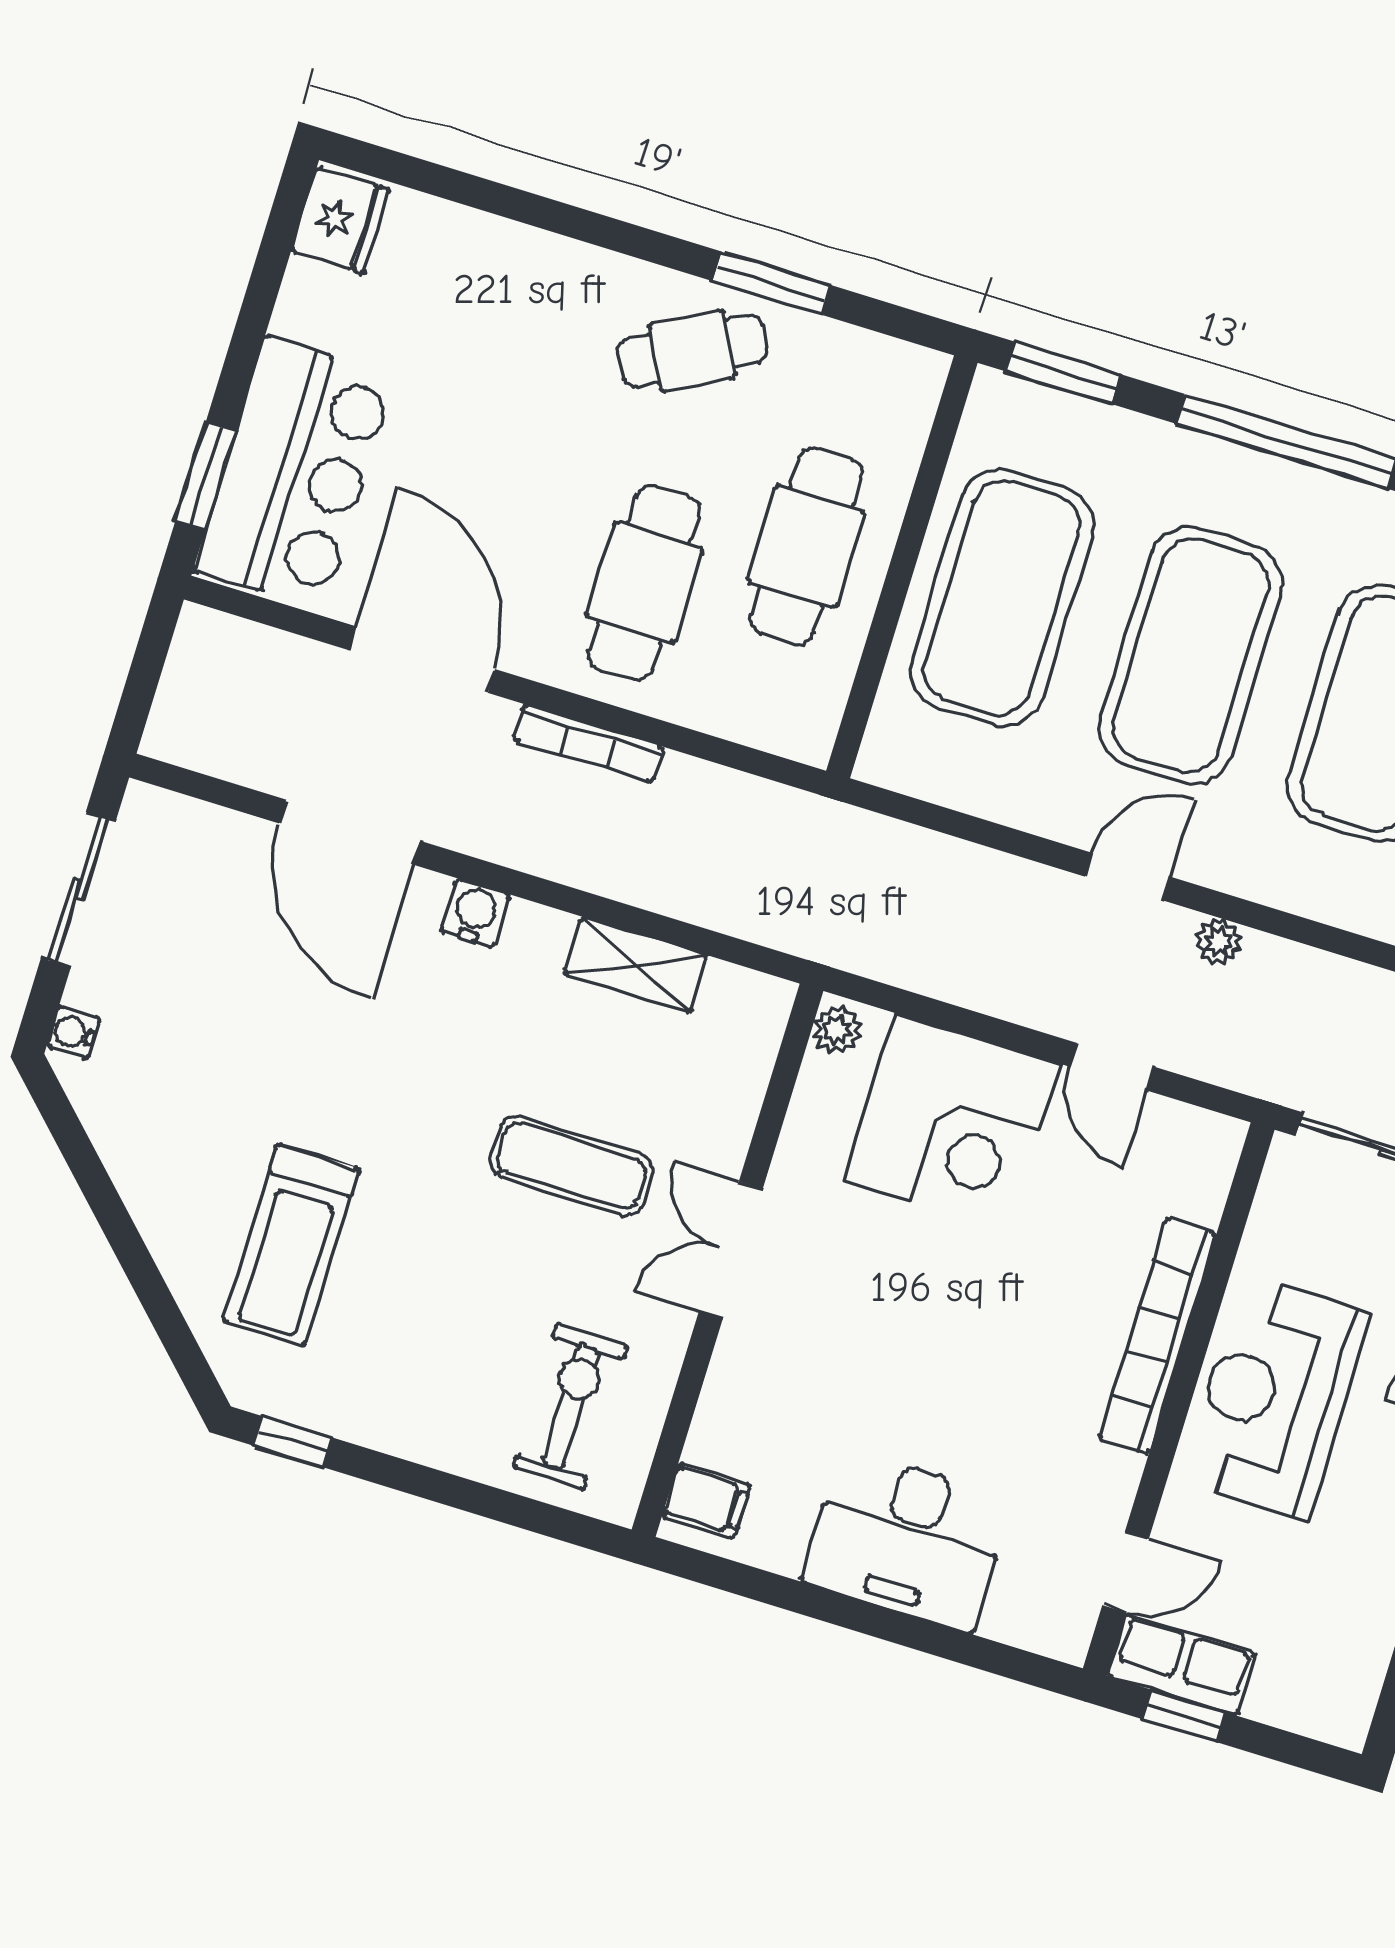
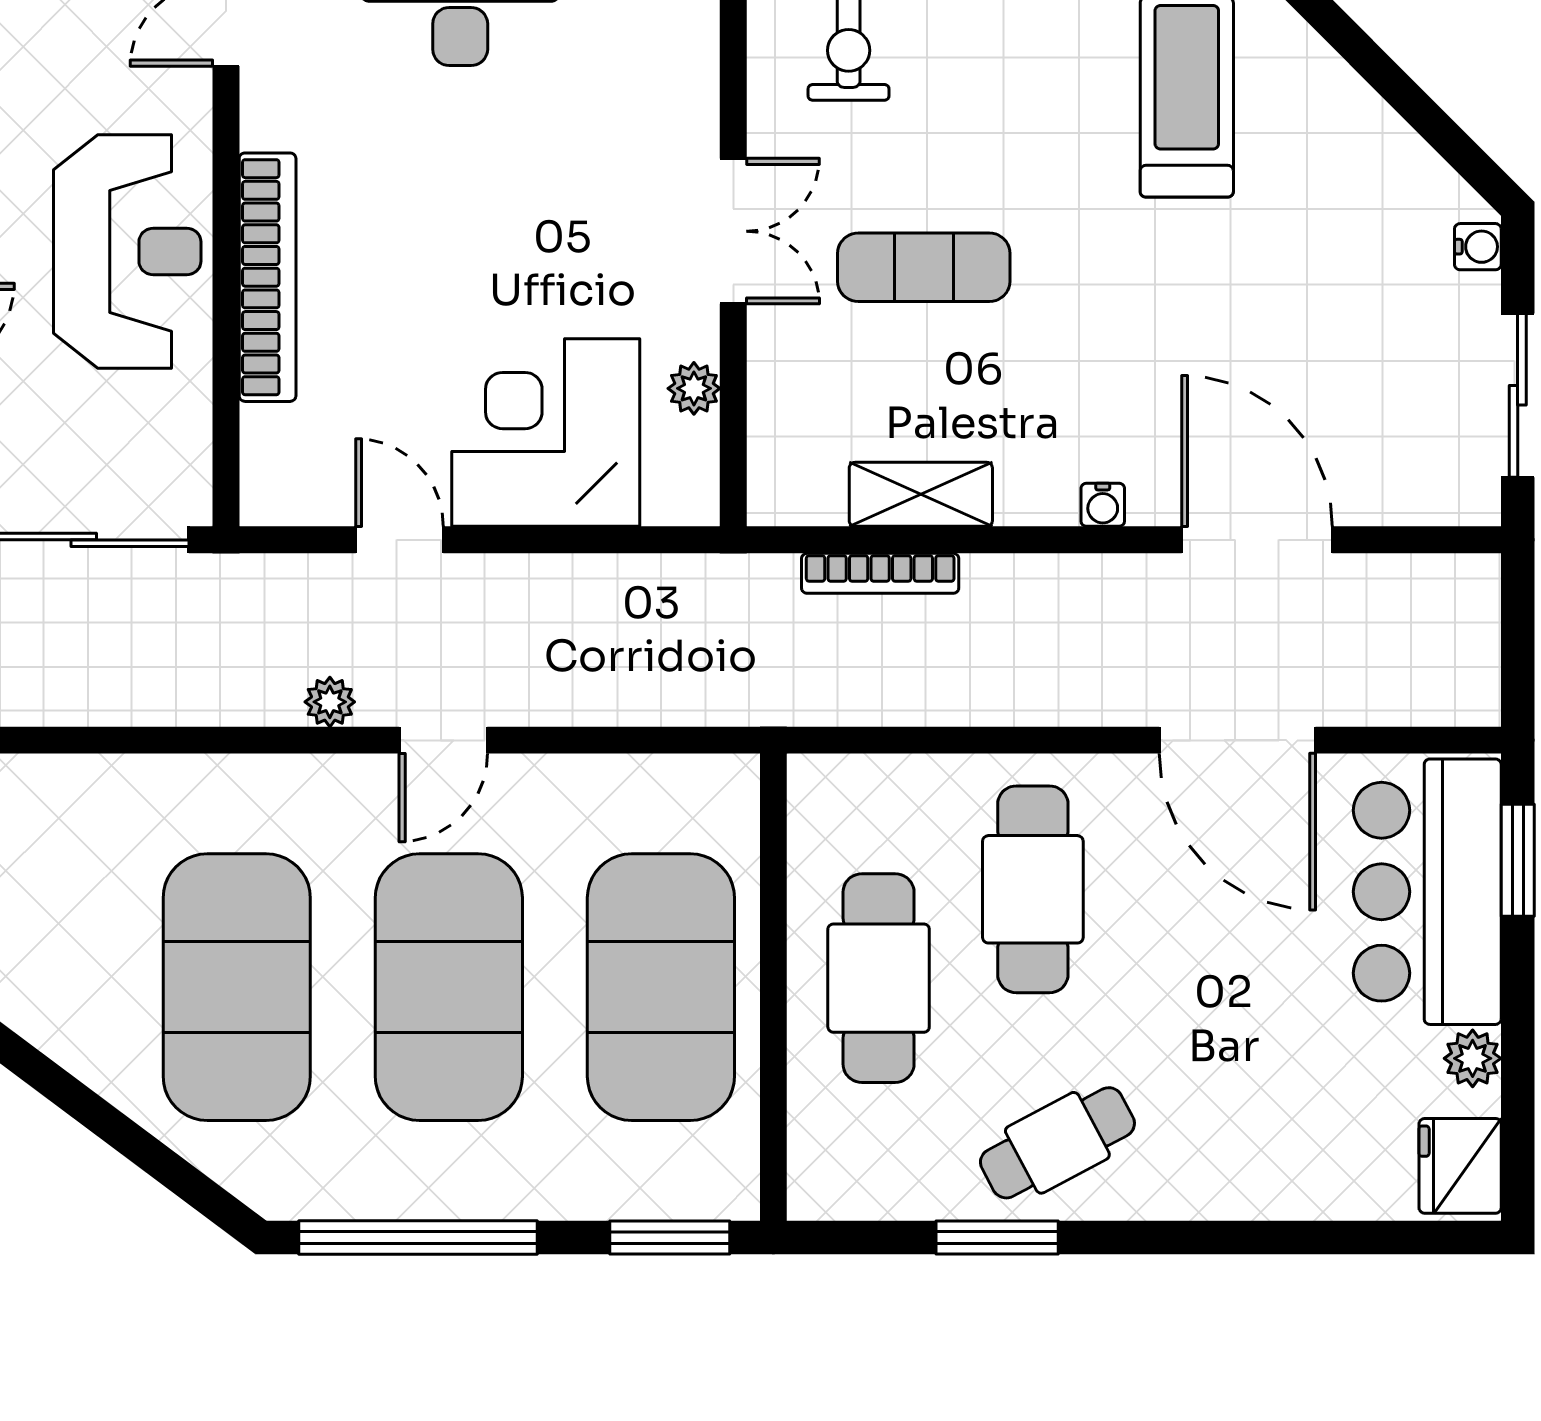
plant: (300, 312) -> (1473, 1058), added
bookcase: (588, 743) -> (880, 573), moved, turned 180
water cooler: (475, 913) -> (1103, 505), width x0.72, depth x0.72
plant: (837, 1030) -> (694, 388), moved

